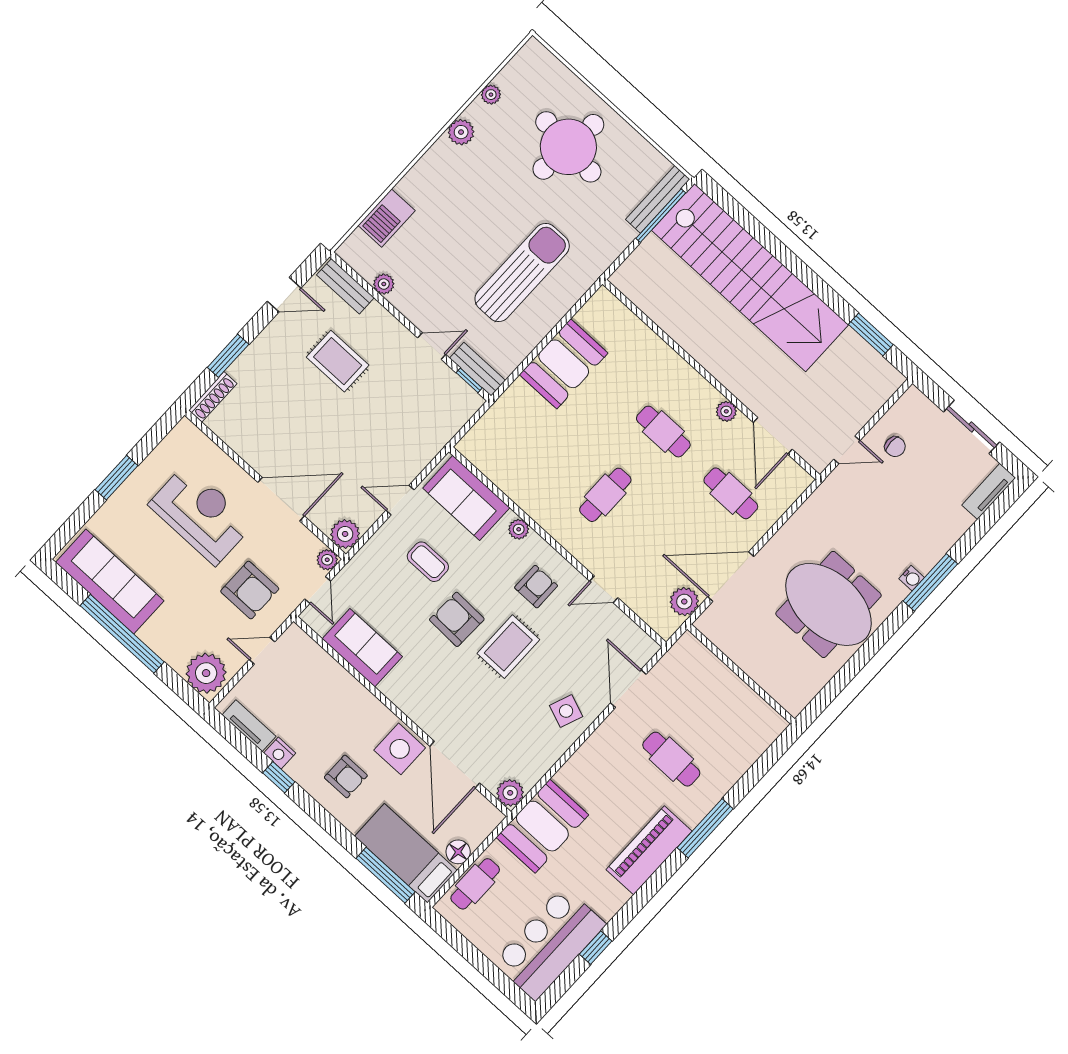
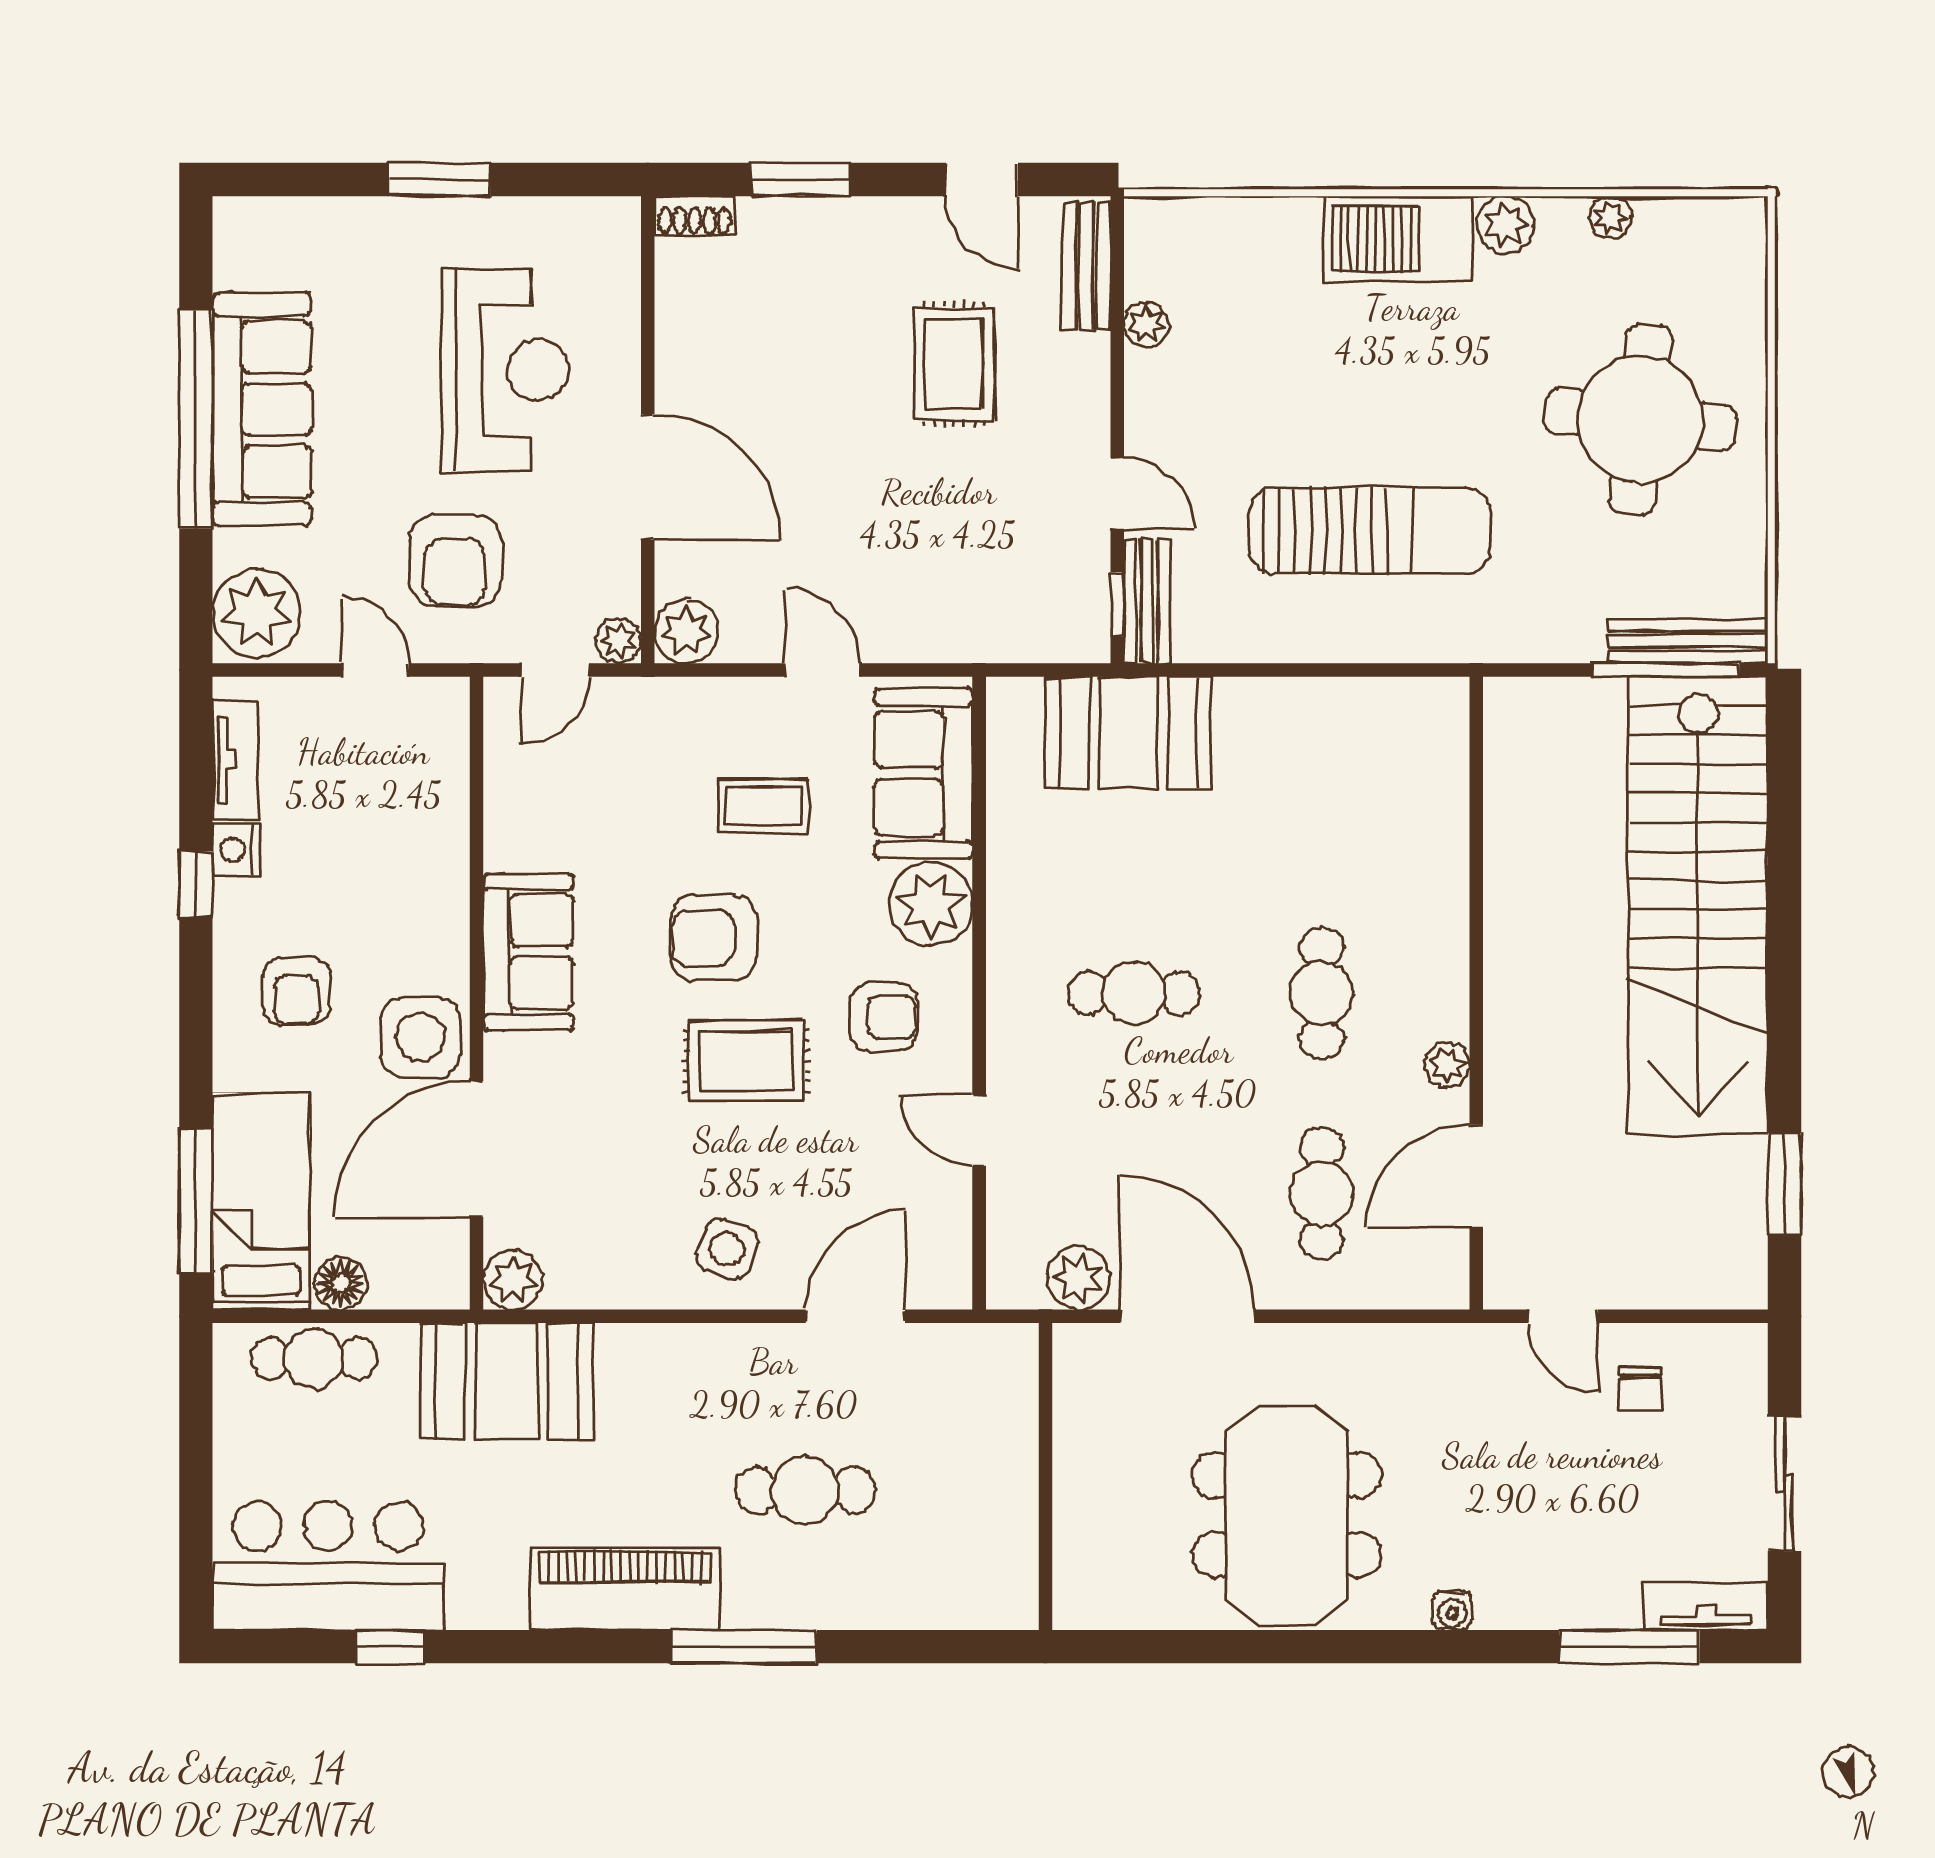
barbecue: (387, 218) -> (1398, 239), moved, width x1.37, depth x1.21
booth: (564, 364) -> (1128, 733), moved
shoe rack: (213, 397) -> (695, 216), width x0.70
plant: (519, 529) -> (931, 904), width x1.87, depth x1.87
coffee table: (428, 562) -> (764, 806), turned 90
sofa: (110, 582) -> (262, 409), moved
window: (930, 582) -> (1629, 1647), moved
armchair: (457, 619) -> (714, 938), turned -92
sofa: (362, 648) -> (528, 952), moved
cafe table: (671, 759) -> (805, 1490), turned 90

